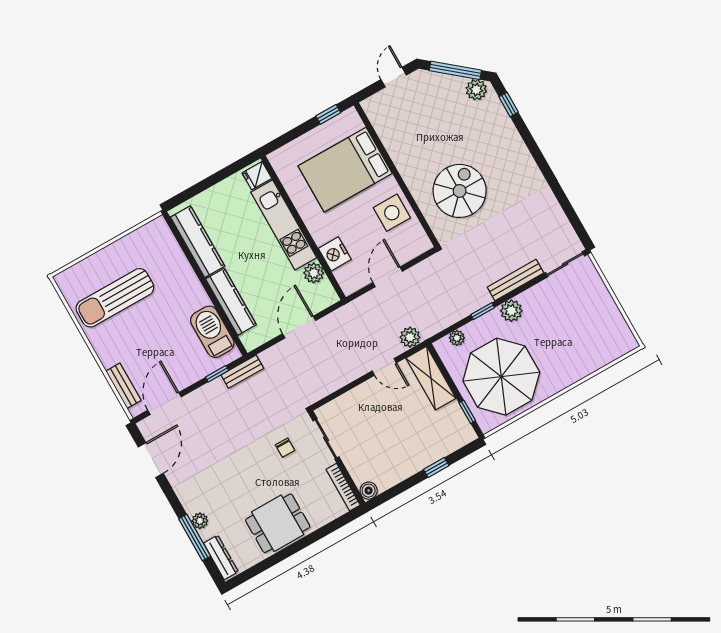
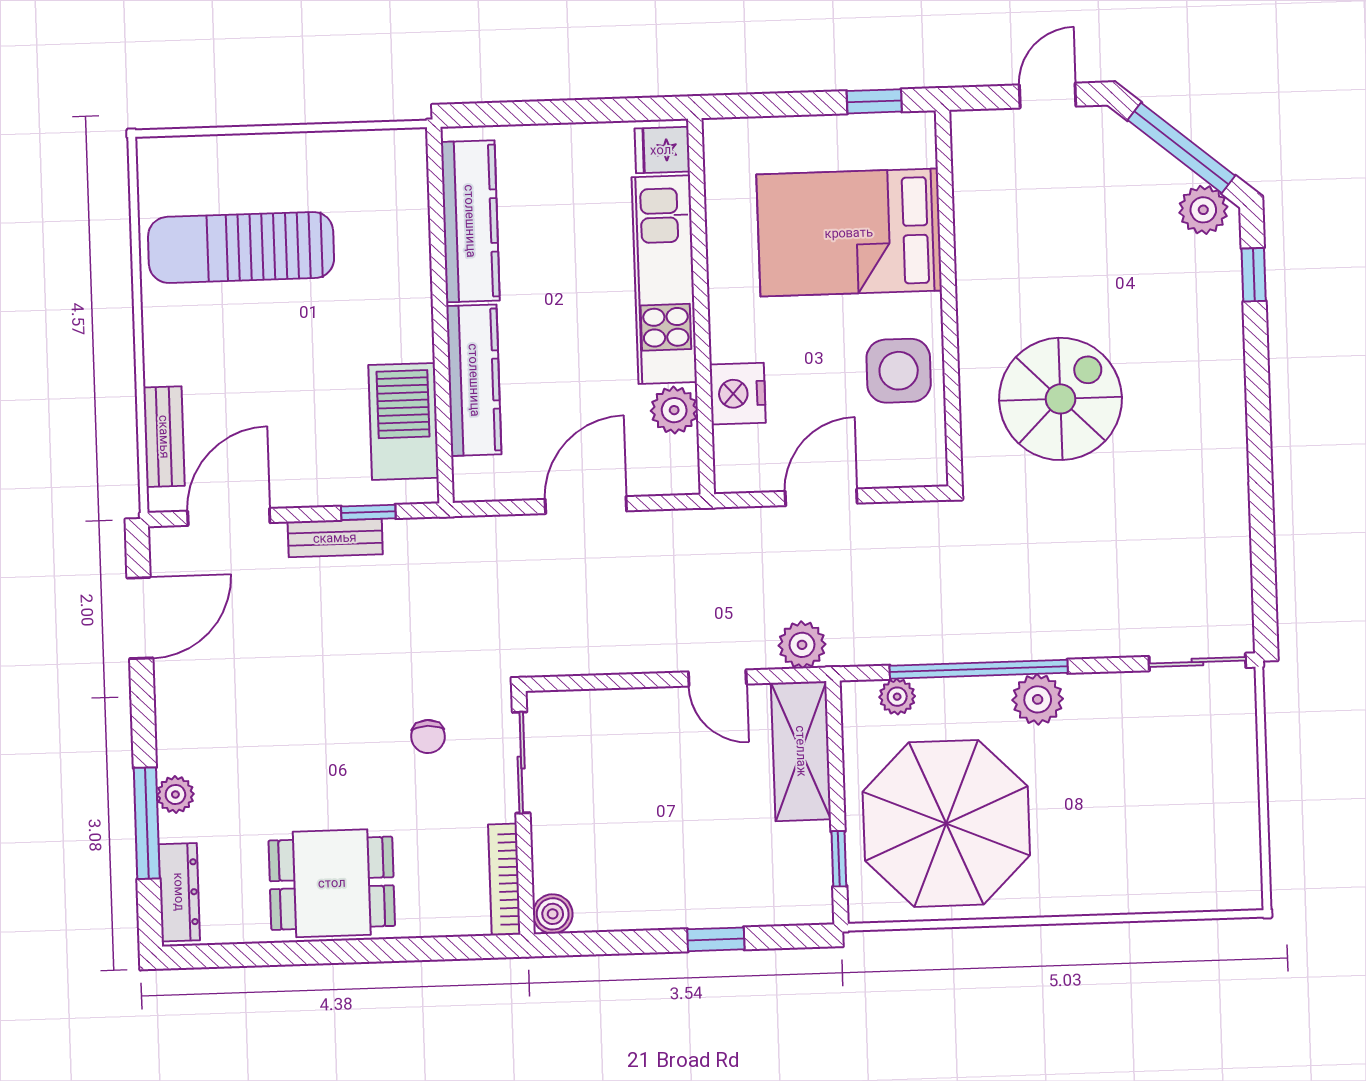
bench: (515, 280) -> (1079, 641), removed
window: (483, 311) -> (979, 669), width x3.17
bench: (242, 372) -> (335, 538), moved

